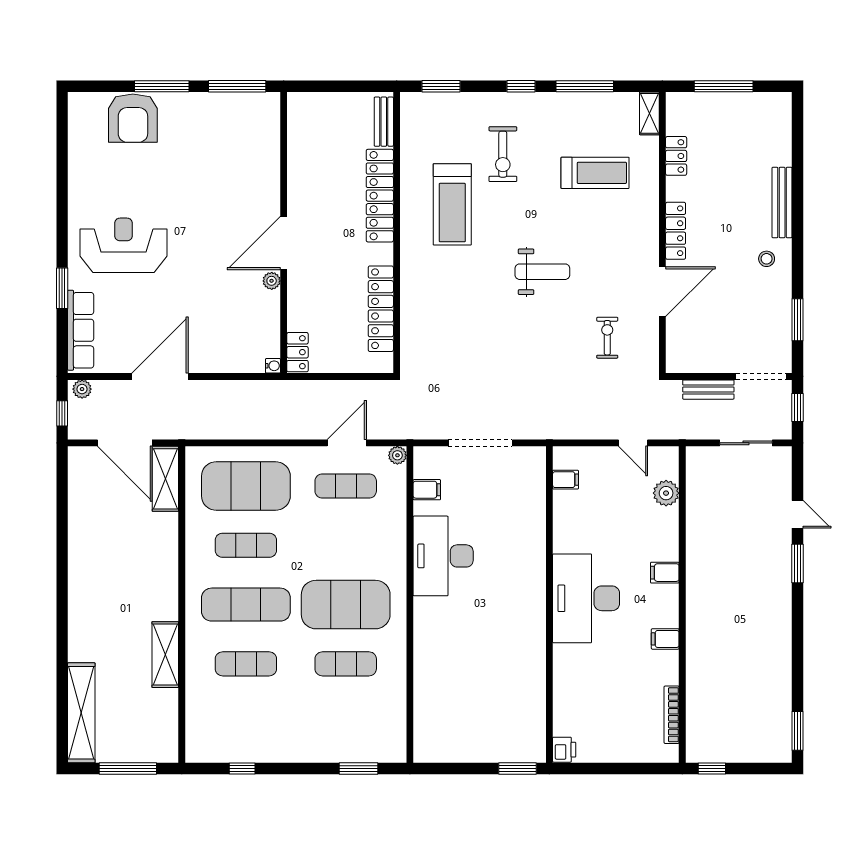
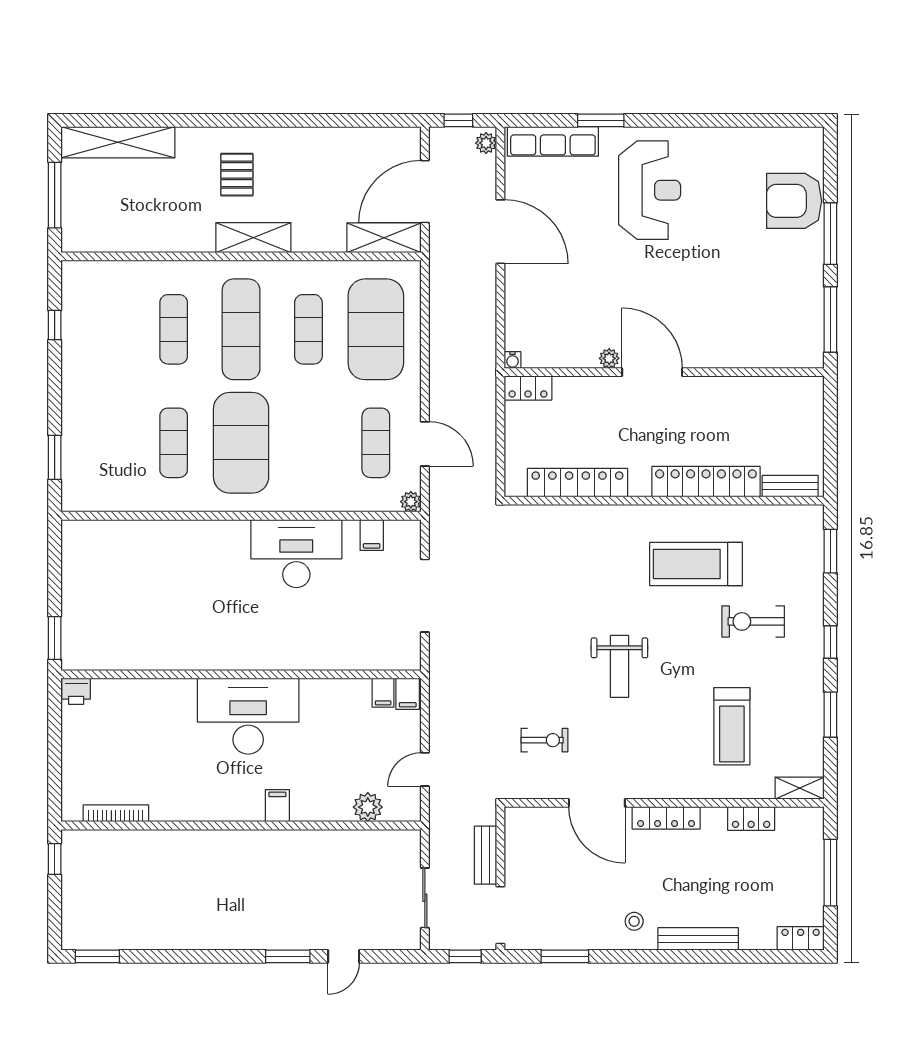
window: (585, 86) -> (830, 715), width x0.69
locker: (782, 112) -> (801, 938), added
pallet: (110, 608) -> (237, 175), added
filing cabinet: (665, 639) -> (408, 694), moved, turned 180
shelving: (165, 655) -> (253, 238), moved

